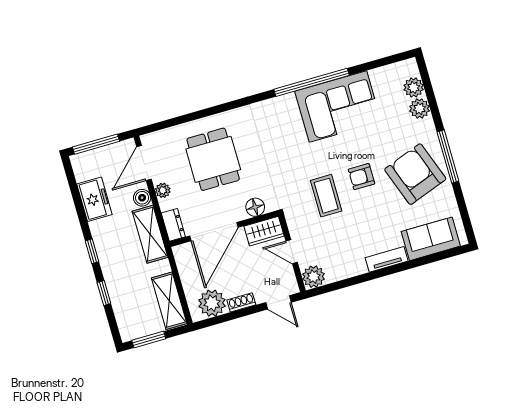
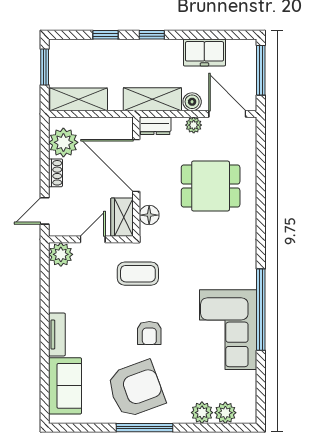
armchair: (361, 177) -> (149, 333), turned 180
coffee table: (326, 196) -> (138, 274), moved

